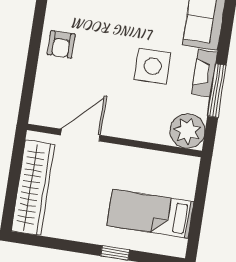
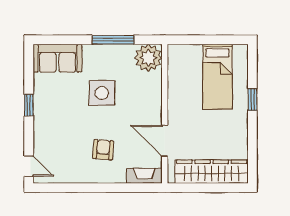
armchair: (61, 44) -> (103, 150), moved, turned -85
fireplace: (204, 73) -> (144, 176), moved, turned 180

